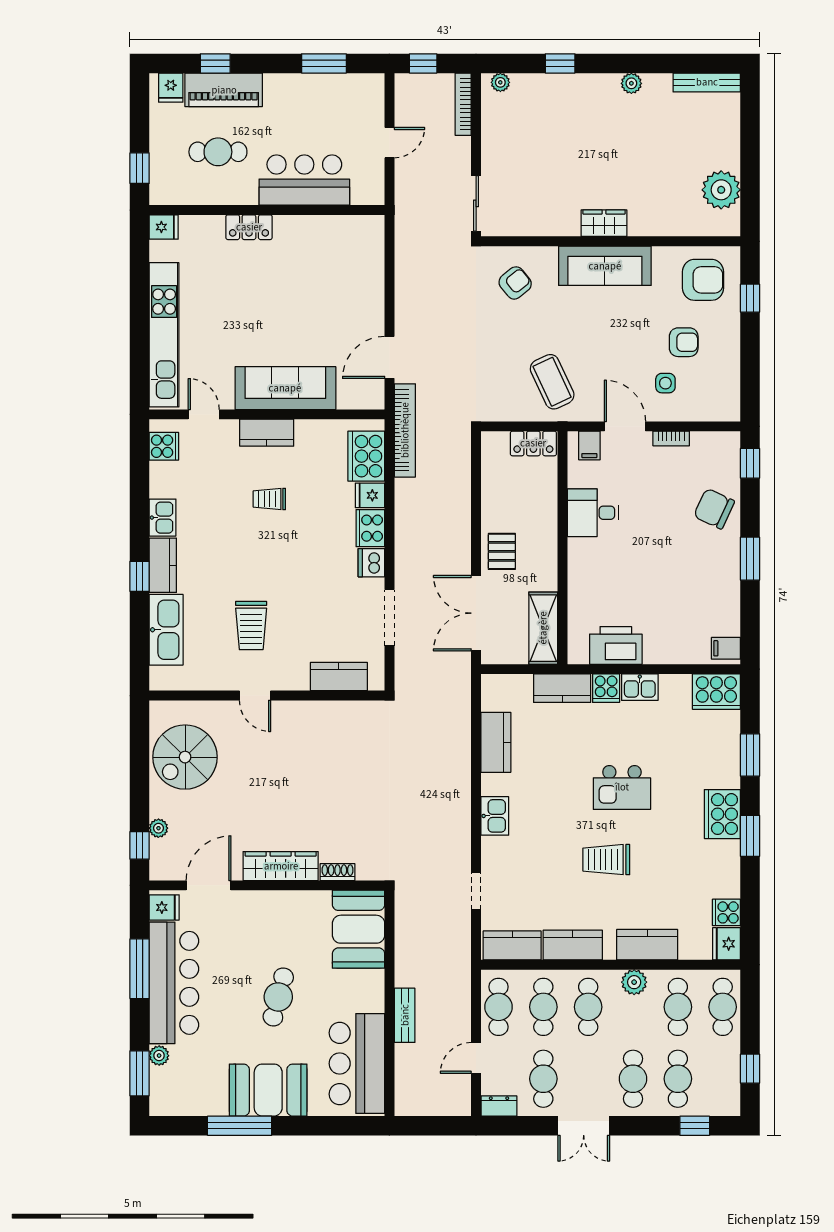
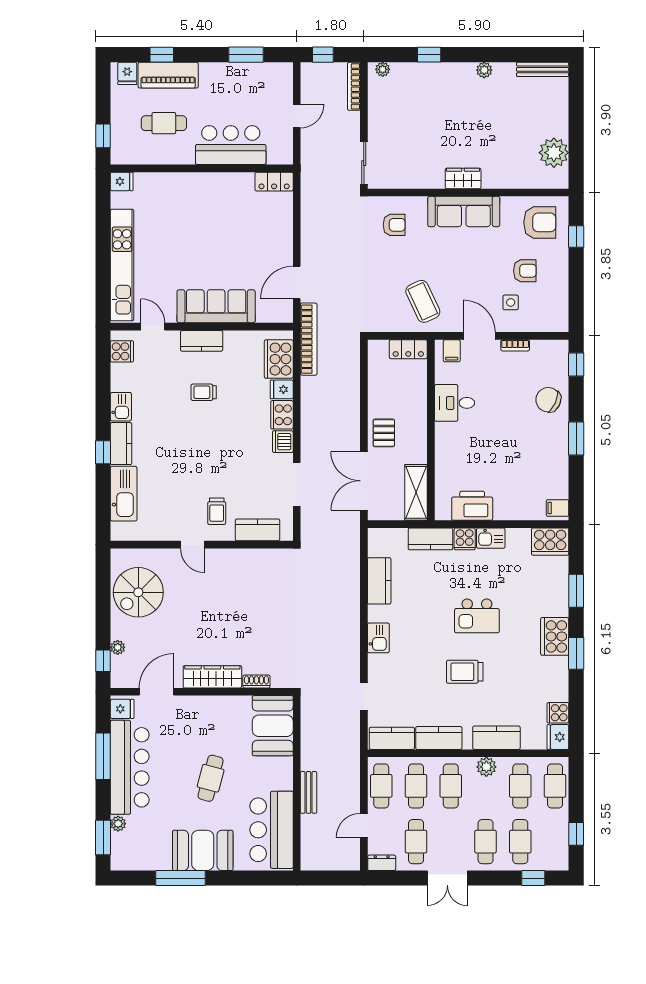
locker: (249, 227) -> (274, 182), moved
armchair: (515, 283) -> (394, 225), turned 39
trolley: (251, 626) -> (217, 511), moved, width x0.73, depth x0.72

